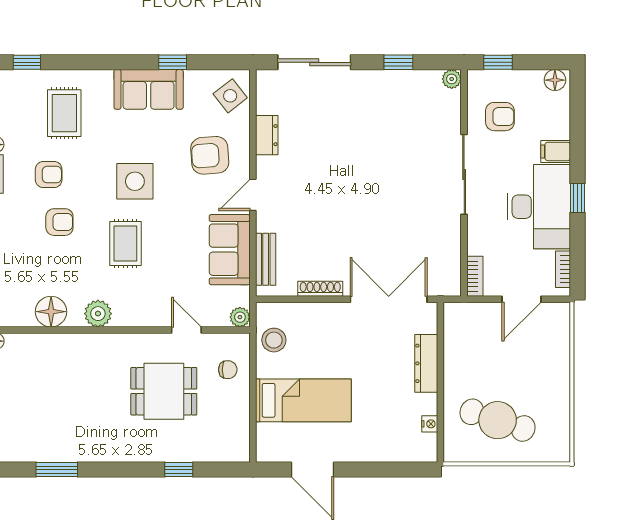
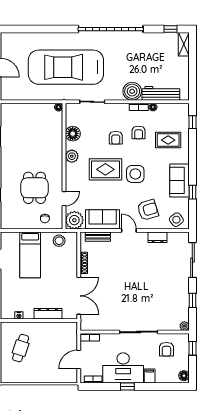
armchair: (210, 155) -> (148, 210), turned 77
rug: (125, 243) -> (105, 169), width x1.36, depth x1.43
door: (522, 299) -> (79, 360), hinge flipped
plant: (240, 317) -> (74, 220), width x1.87, depth x1.87
cafe table: (498, 420) -> (21, 348), width x0.73, depth x0.74

